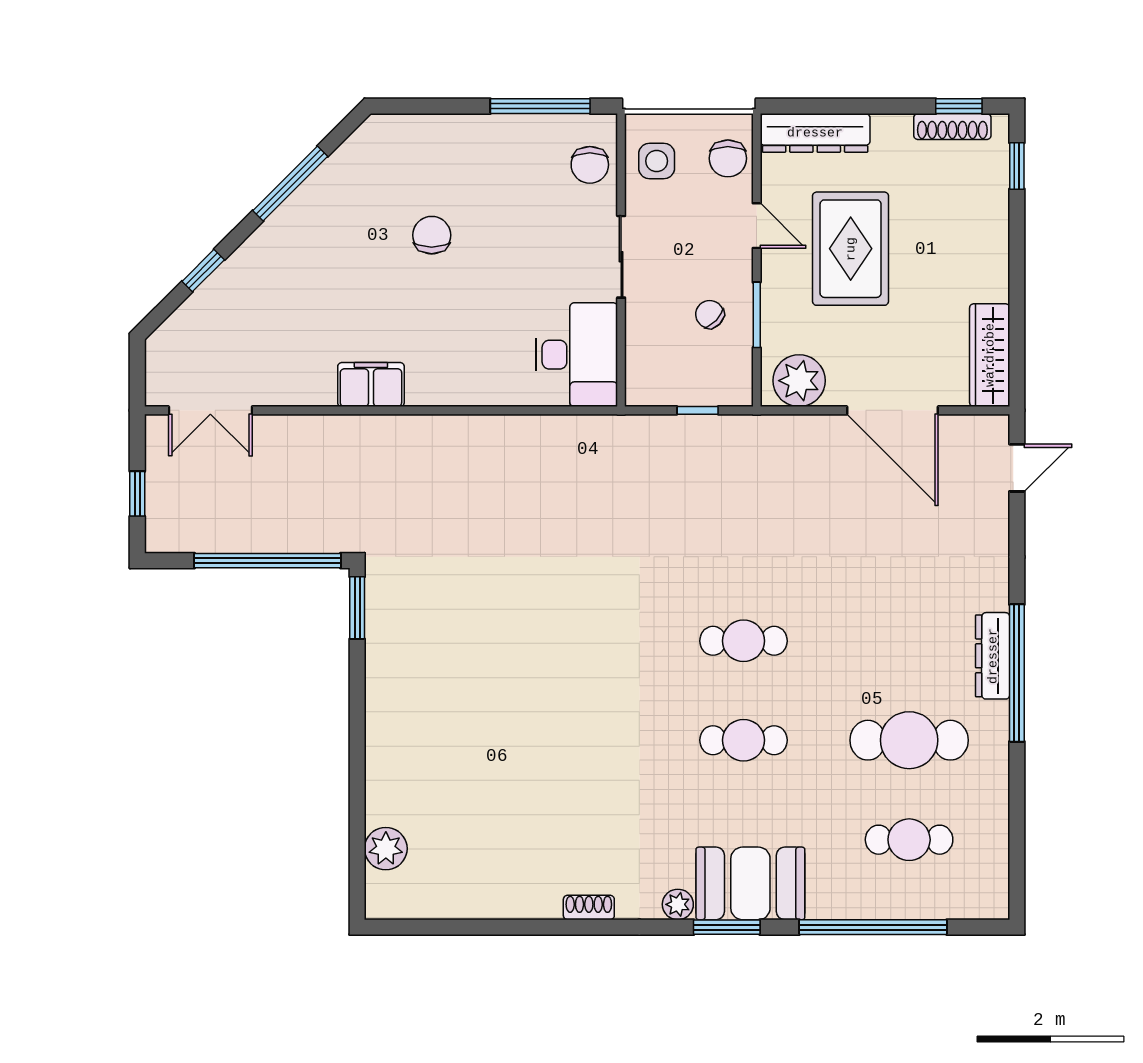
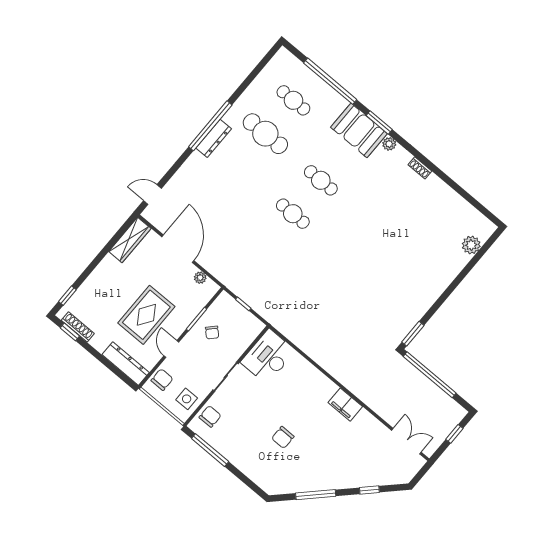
plant: (799, 381) -> (200, 278), width x0.53, depth x0.53

